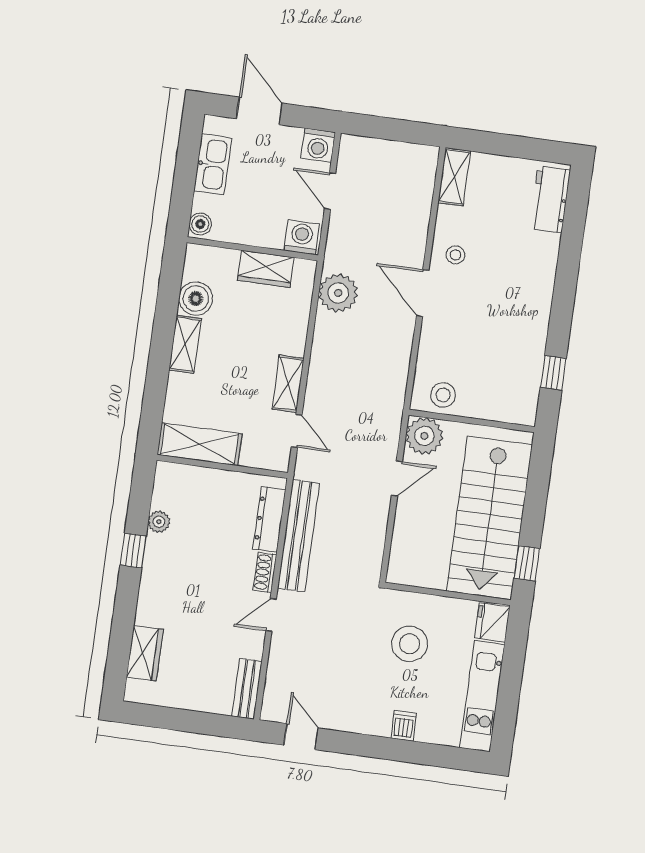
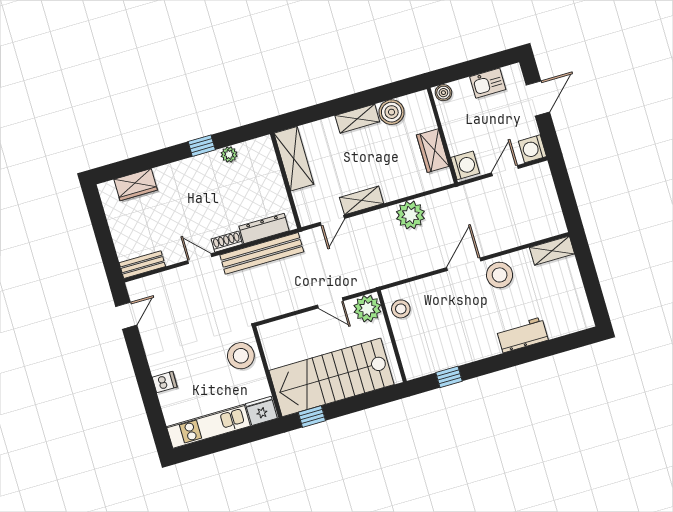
kitchen sink: (213, 164) -> (488, 83), width x0.73
workbench: (550, 199) -> (522, 335), moved
stool: (455, 255) -> (500, 275), width x1.89, depth x1.89
plant: (338, 293) -> (410, 215), moved
stool: (410, 644) -> (241, 356), moved

